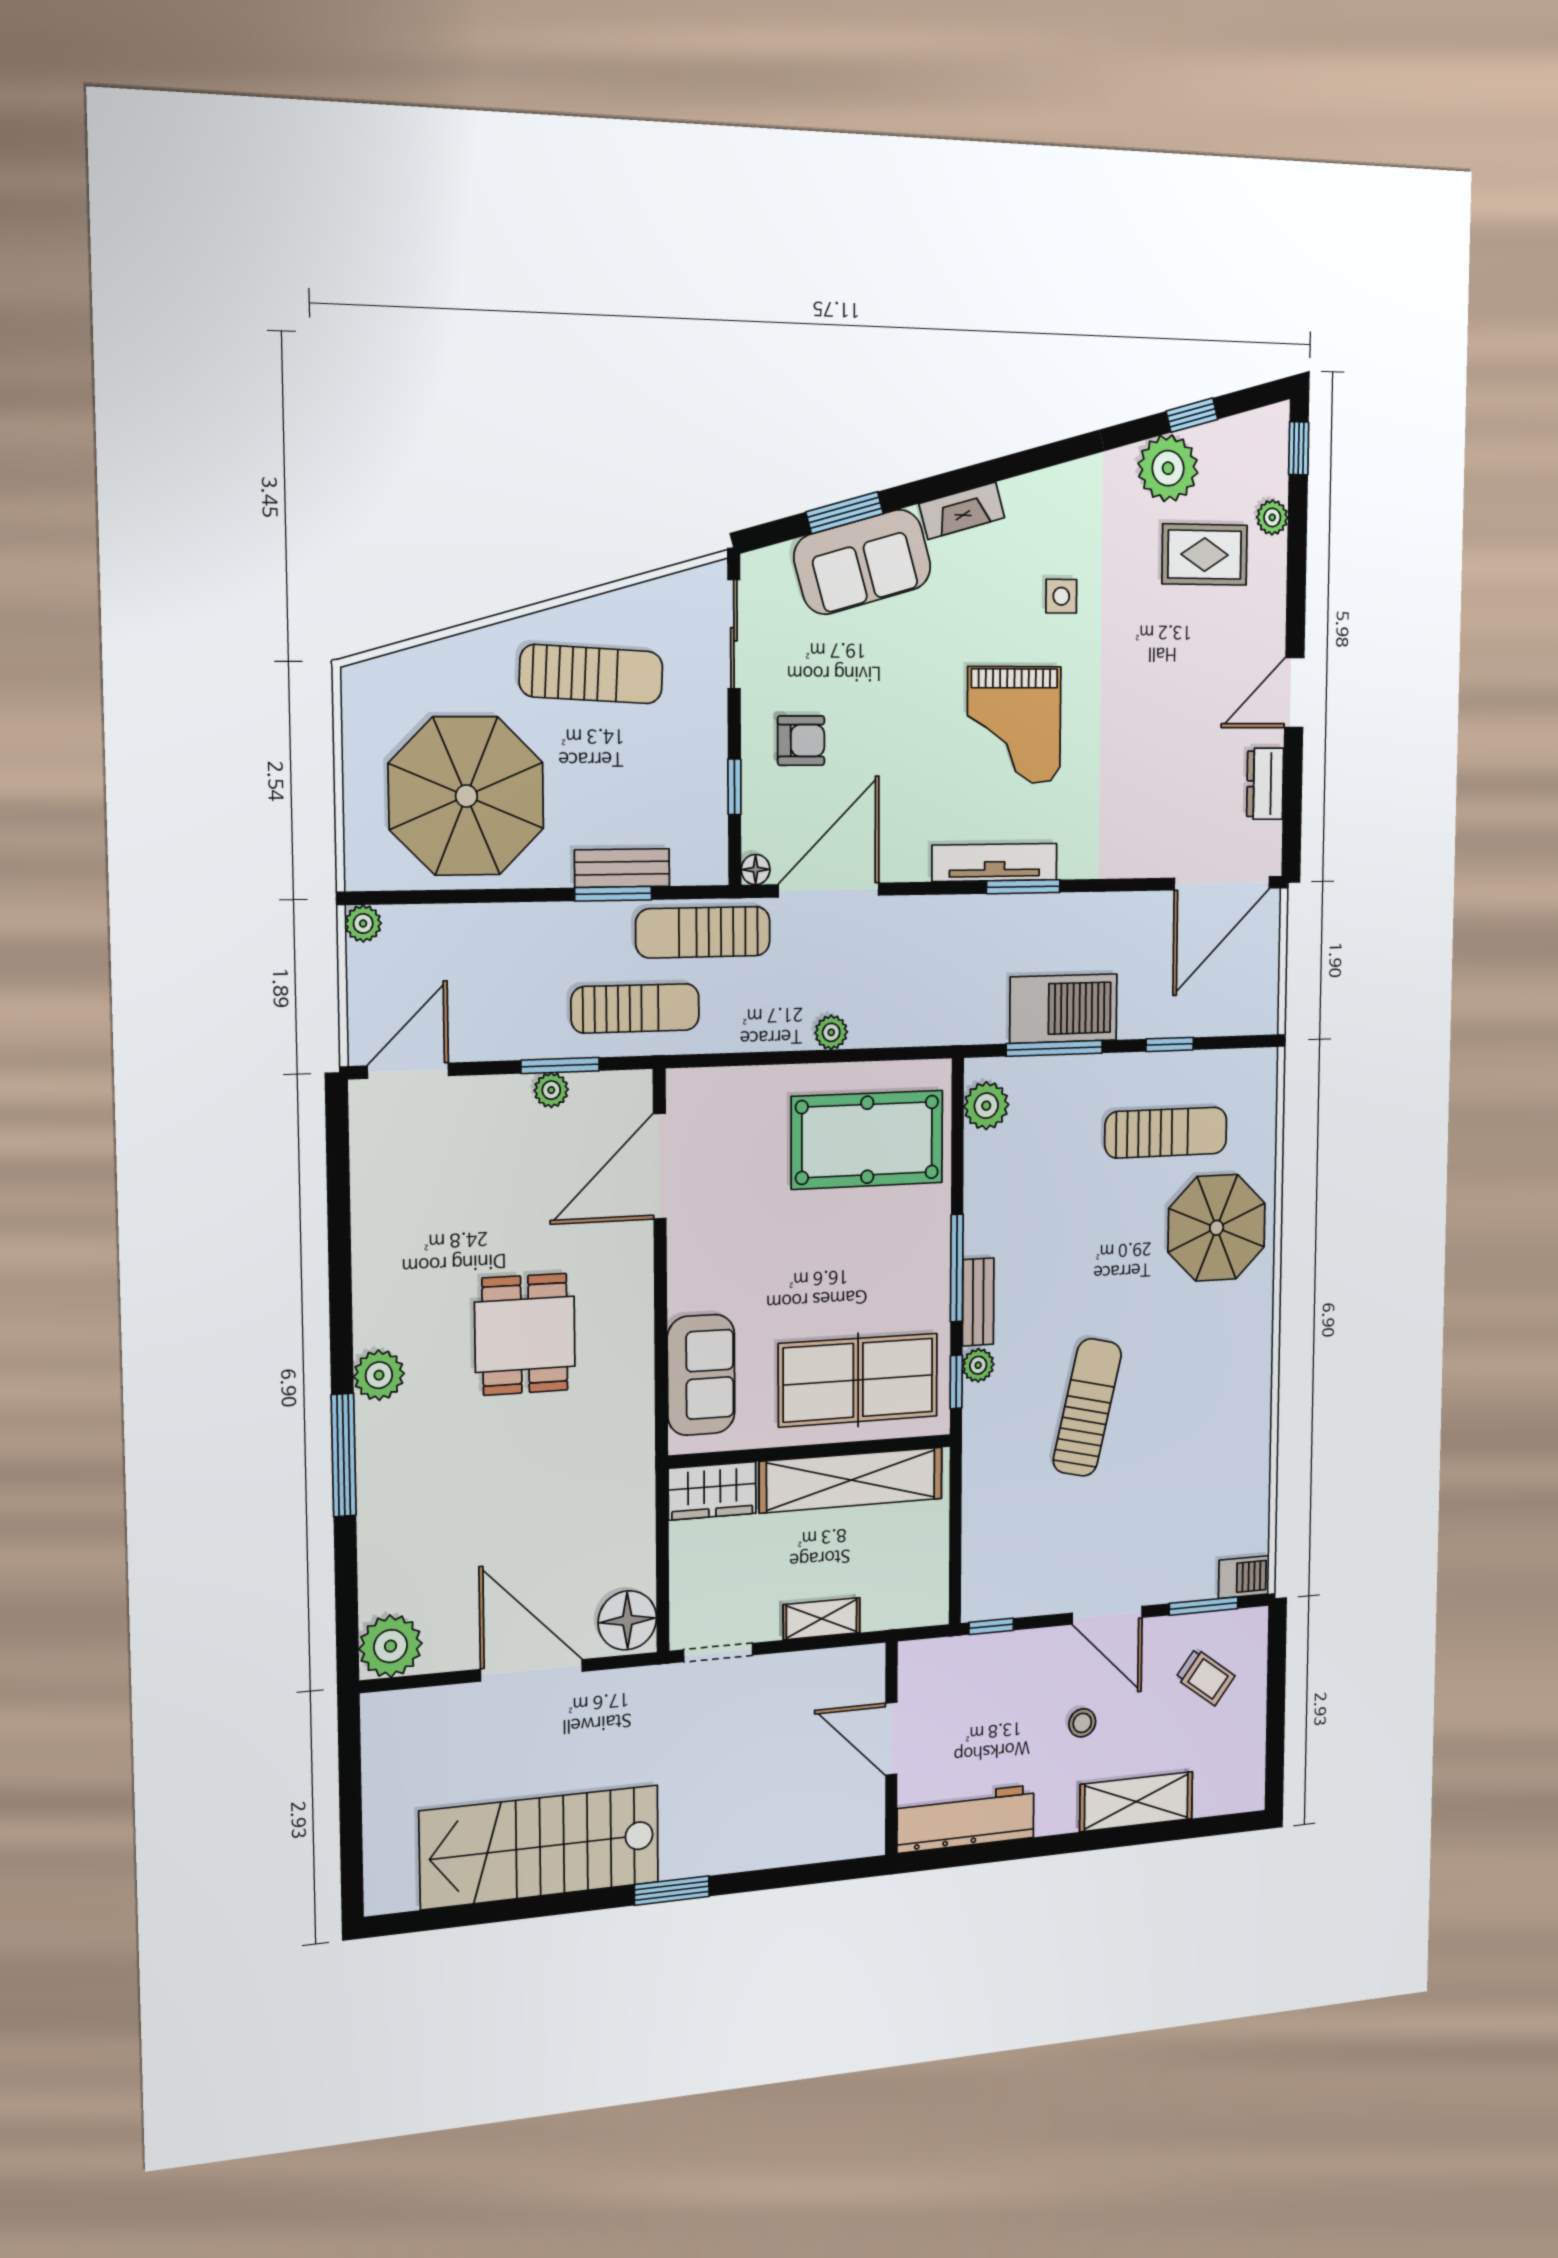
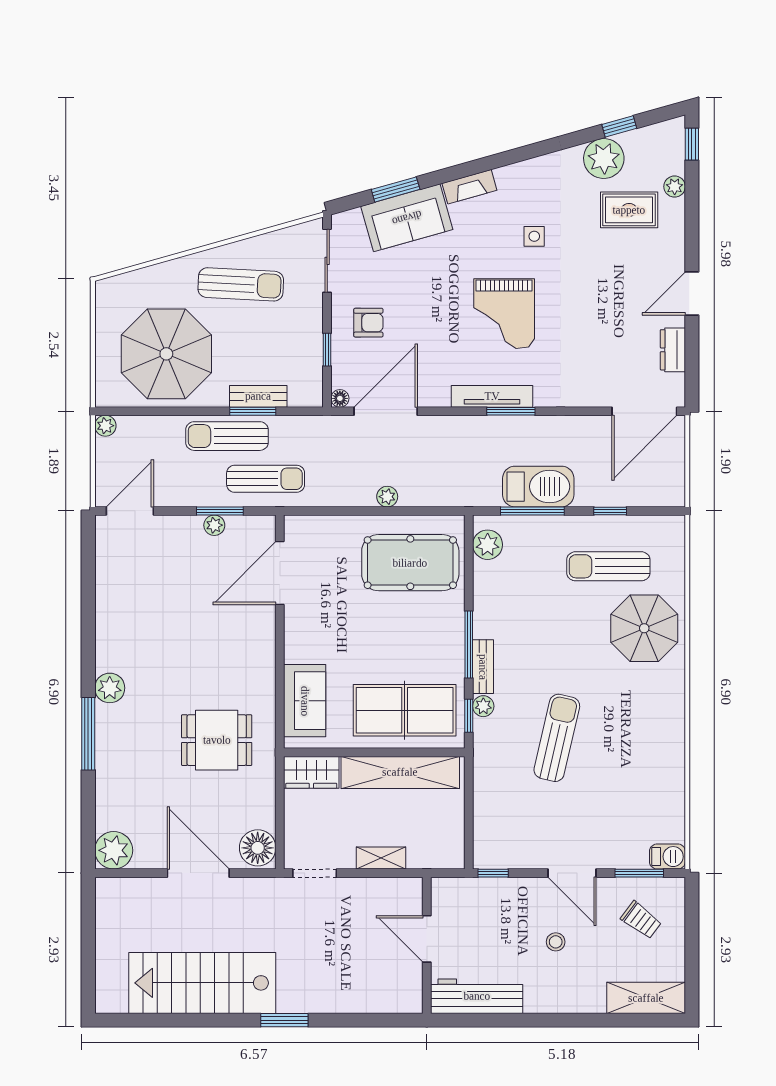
sun lounger: (703, 932) -> (227, 436), moved
sun lounger: (1166, 1133) -> (608, 566), turned 180
dining table: (525, 1334) -> (217, 740), moved, turned 90
shelving: (1136, 1802) -> (646, 998), moved

